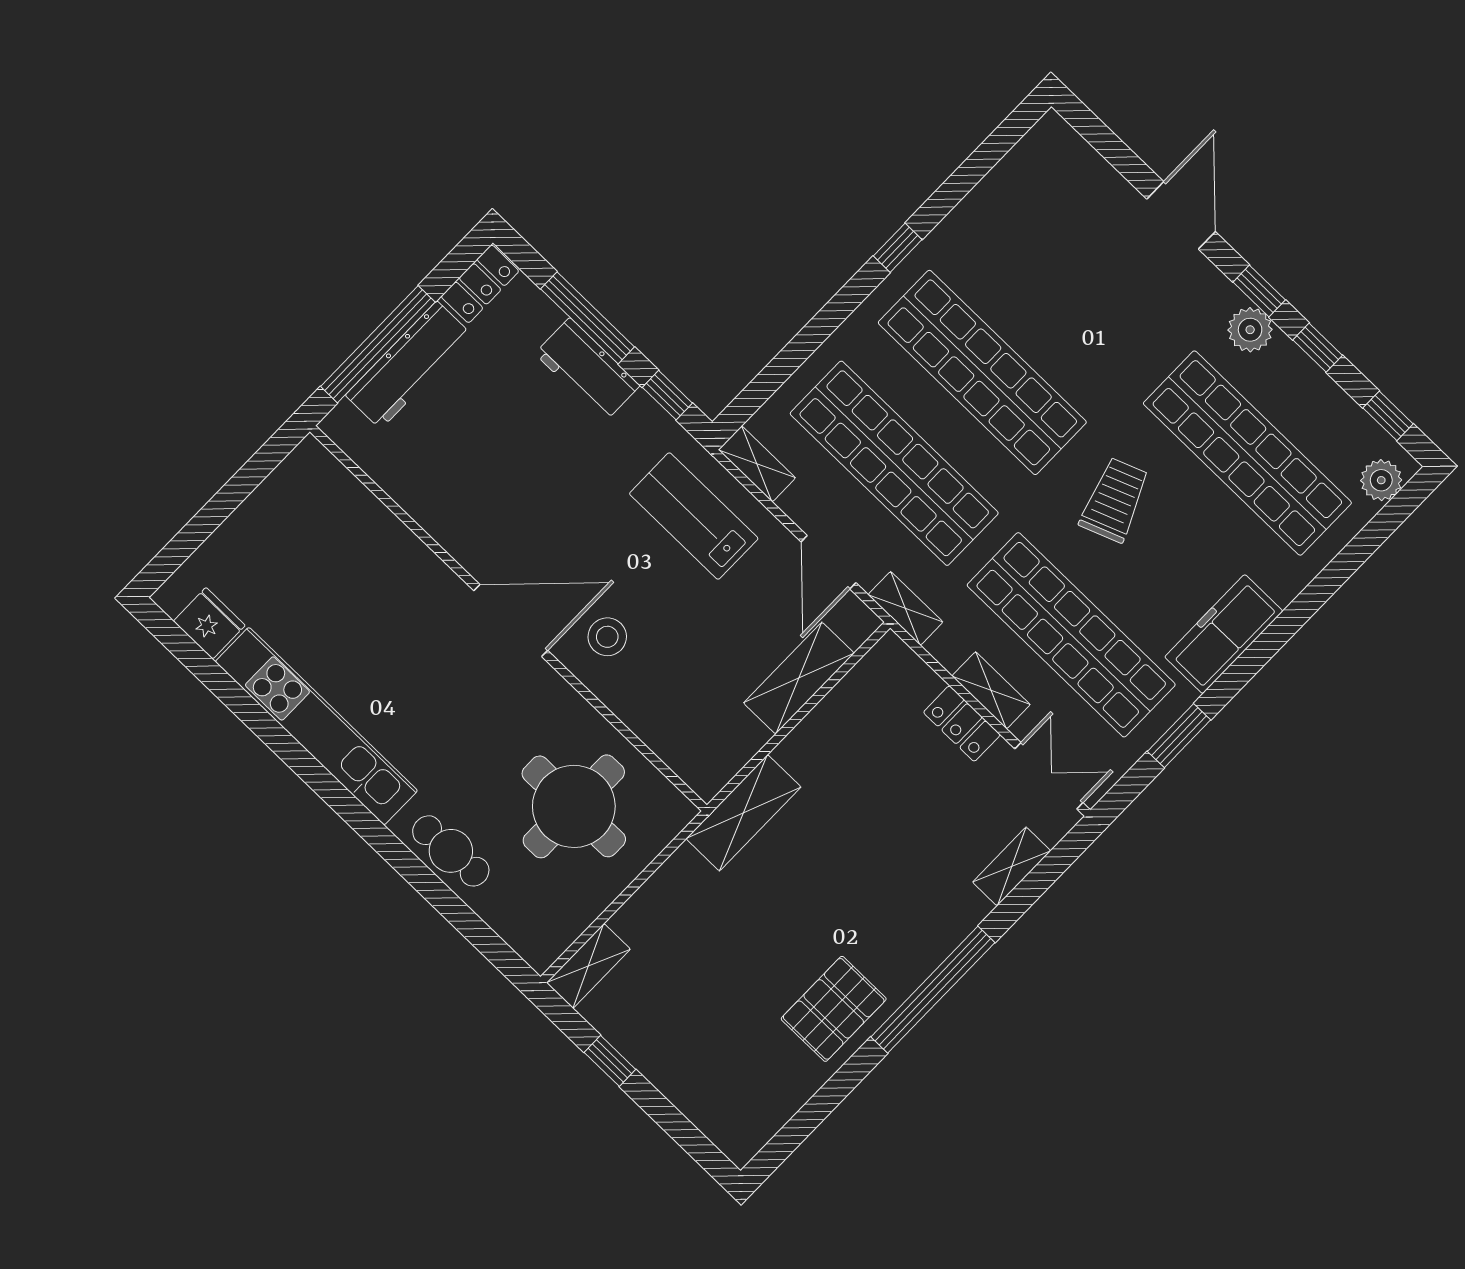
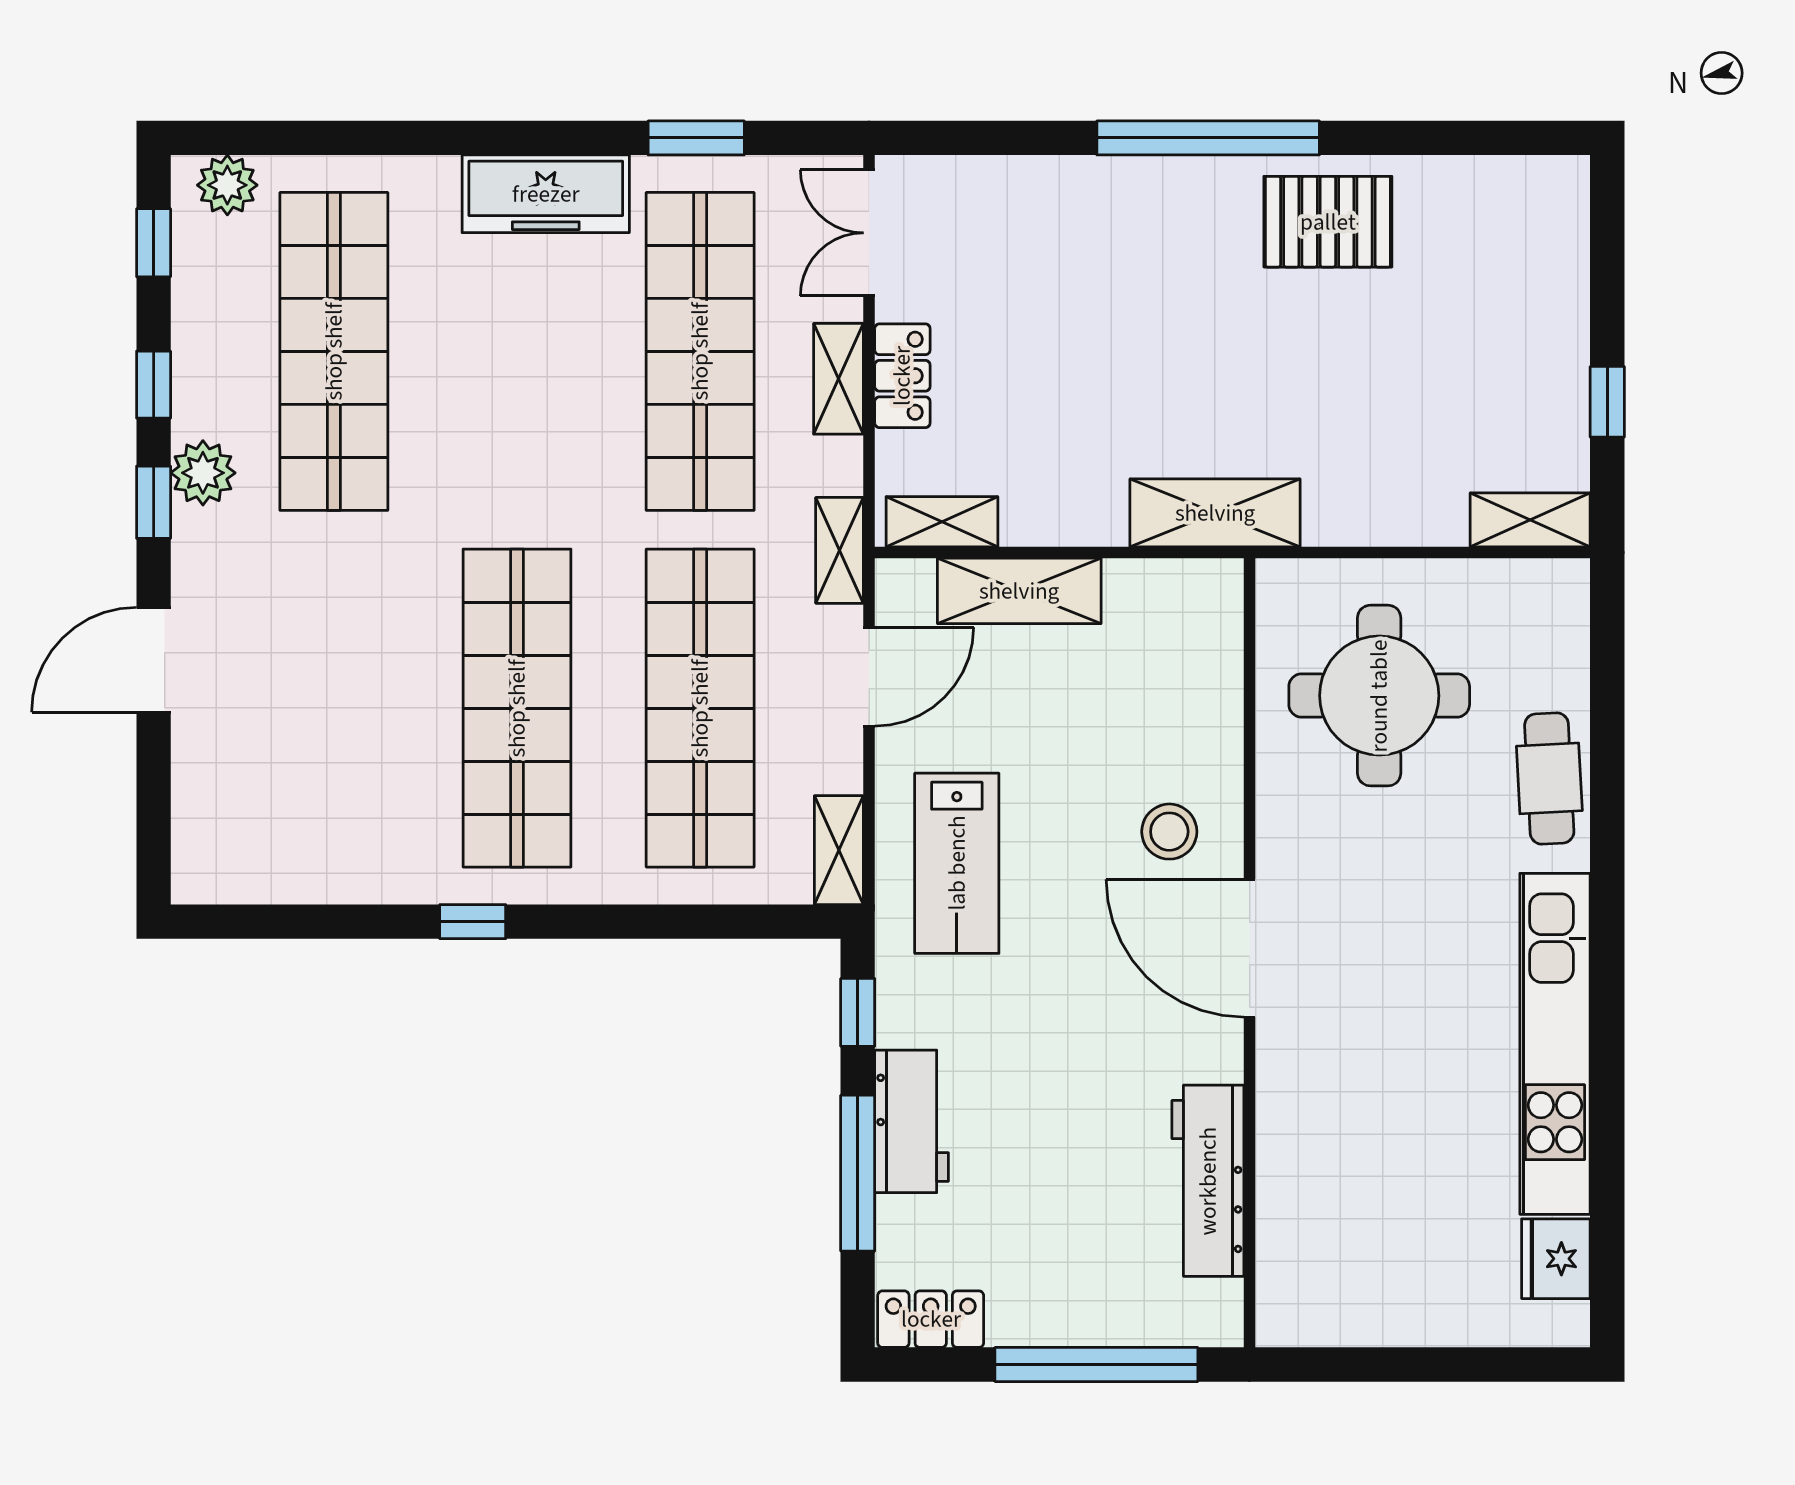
workbench: (409, 365) -> (1208, 1181), moved, turned -90
trolley: (1115, 500) -> (516, 442), removed
shelving: (1012, 866) -> (942, 522), moved

